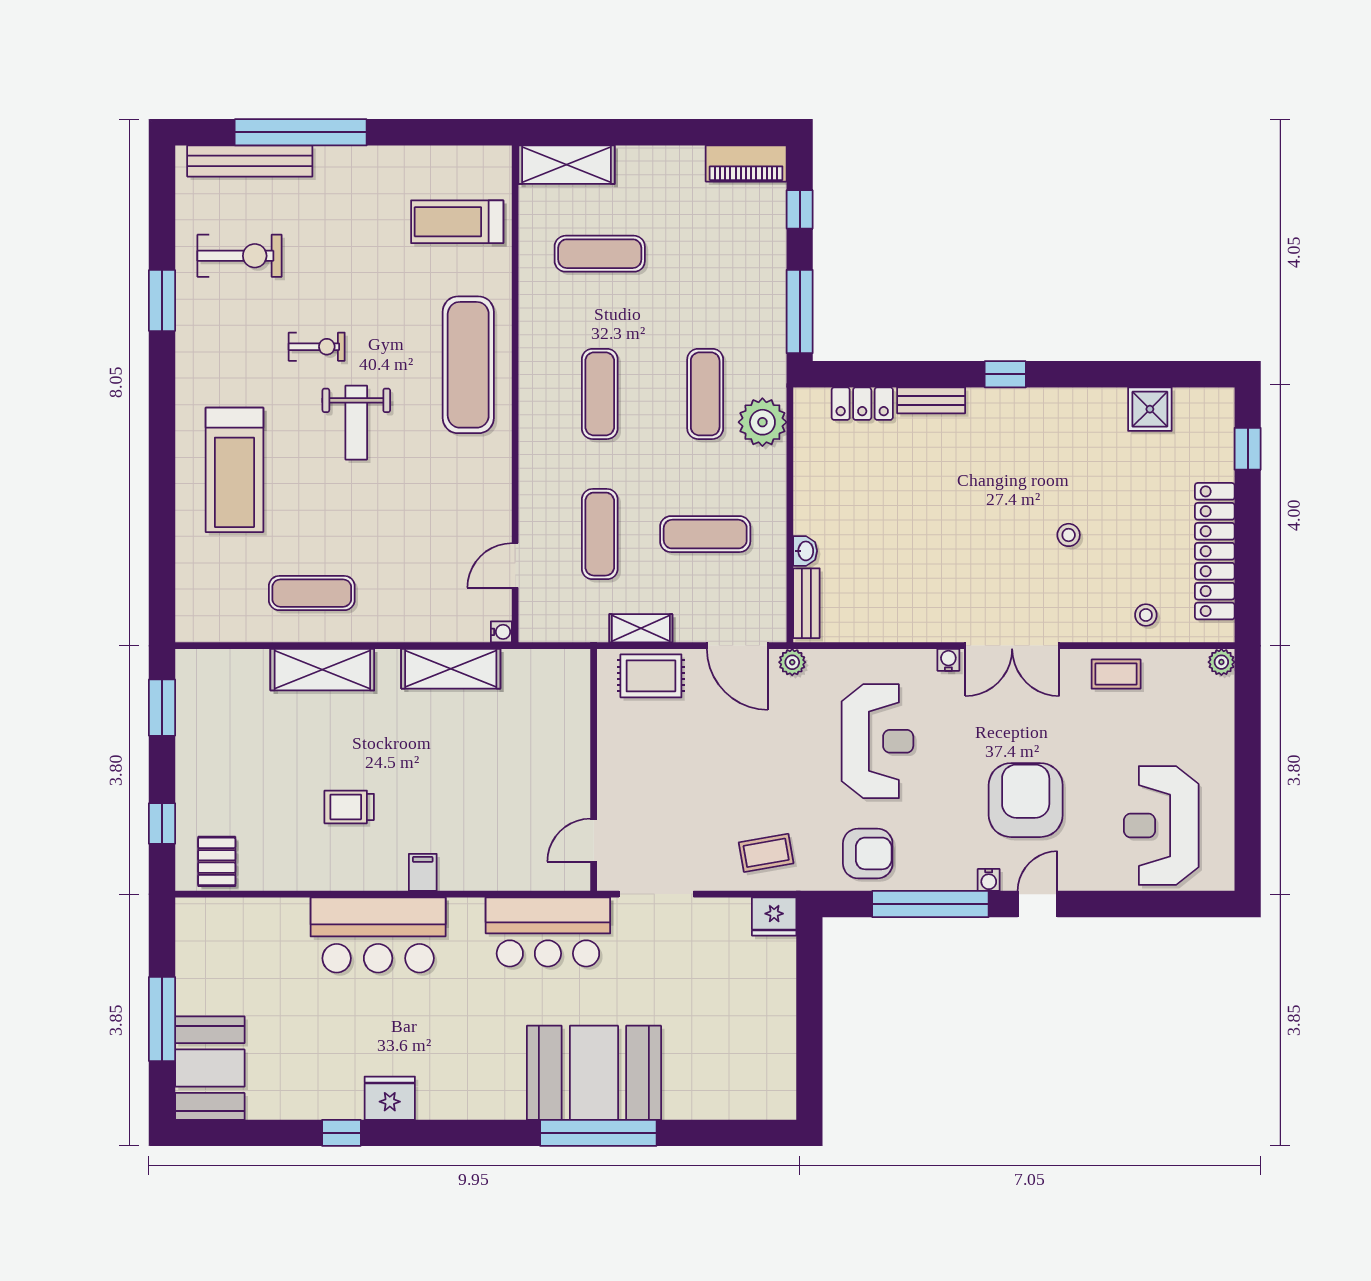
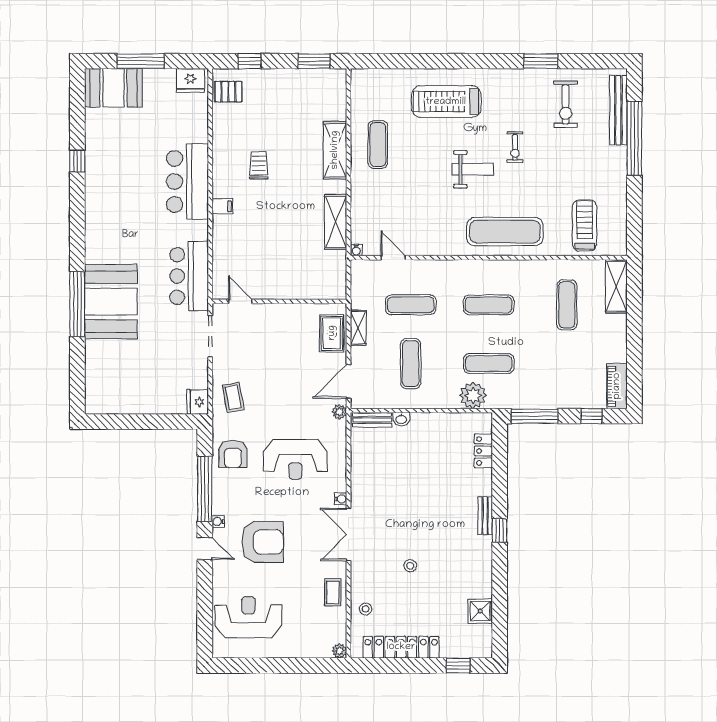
bench: (931, 400) -> (485, 516), moved
weight bench: (356, 423) -> (473, 169), turned 180
fridge: (390, 1098) -> (190, 80), moved, turned 90

